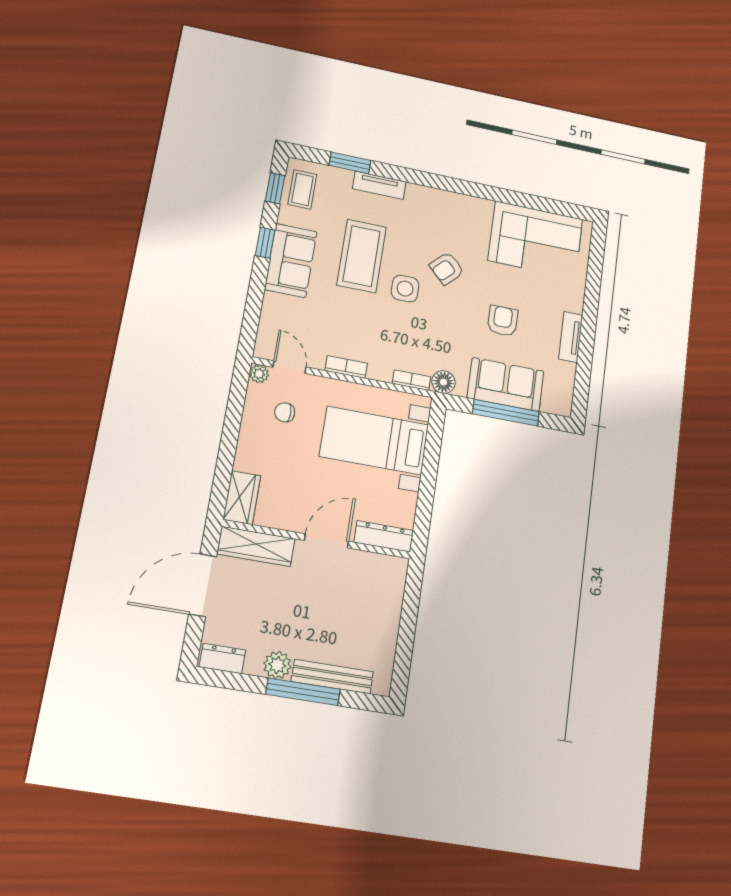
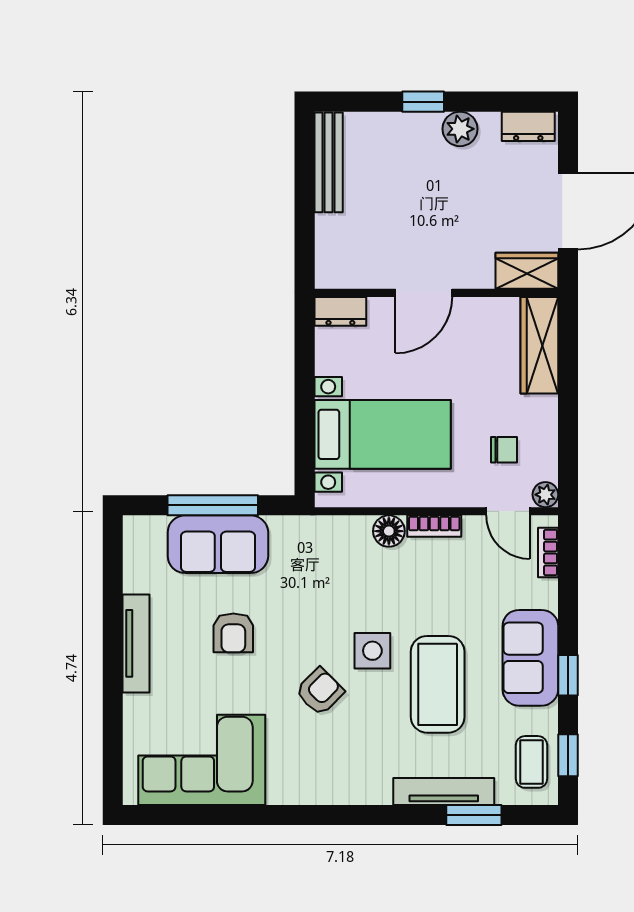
tv unit: (379, 185) -> (444, 791), width x1.41
tv unit: (571, 337) -> (136, 643), width x1.41
bookcase: (411, 380) -> (548, 552), moved, turned 90
floor lamp: (444, 382) -> (389, 531), moved
wardrobe: (242, 498) -> (539, 345), width x1.50
dresser: (384, 536) -> (340, 311), width x0.70
wardrobe: (256, 546) -> (527, 271), width x0.67
bench: (332, 677) -> (329, 162), moved, turned 90
window: (303, 692) -> (423, 102), width x0.46

